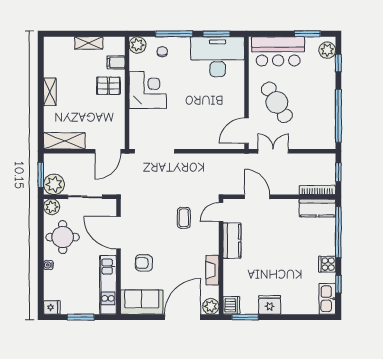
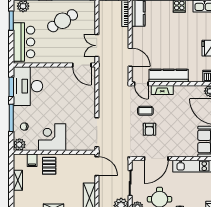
cafe table: (277, 102) -> (63, 21), moved
door: (257, 197) -> (130, 57), swing flipped
kitchen counter: (232, 241) -> (169, 76), width x1.50
armchair: (144, 263) -> (149, 129), moved
fireplace: (212, 270) -> (162, 90), moved

